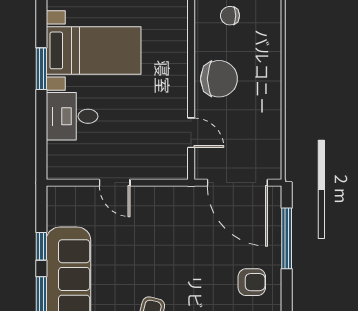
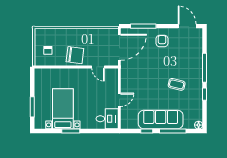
chair: (219, 79) -> (75, 55), turned 97
desk: (72, 116) -> (107, 119), moved, turned -90
door: (191, 133) -> (98, 67), swing flipped

